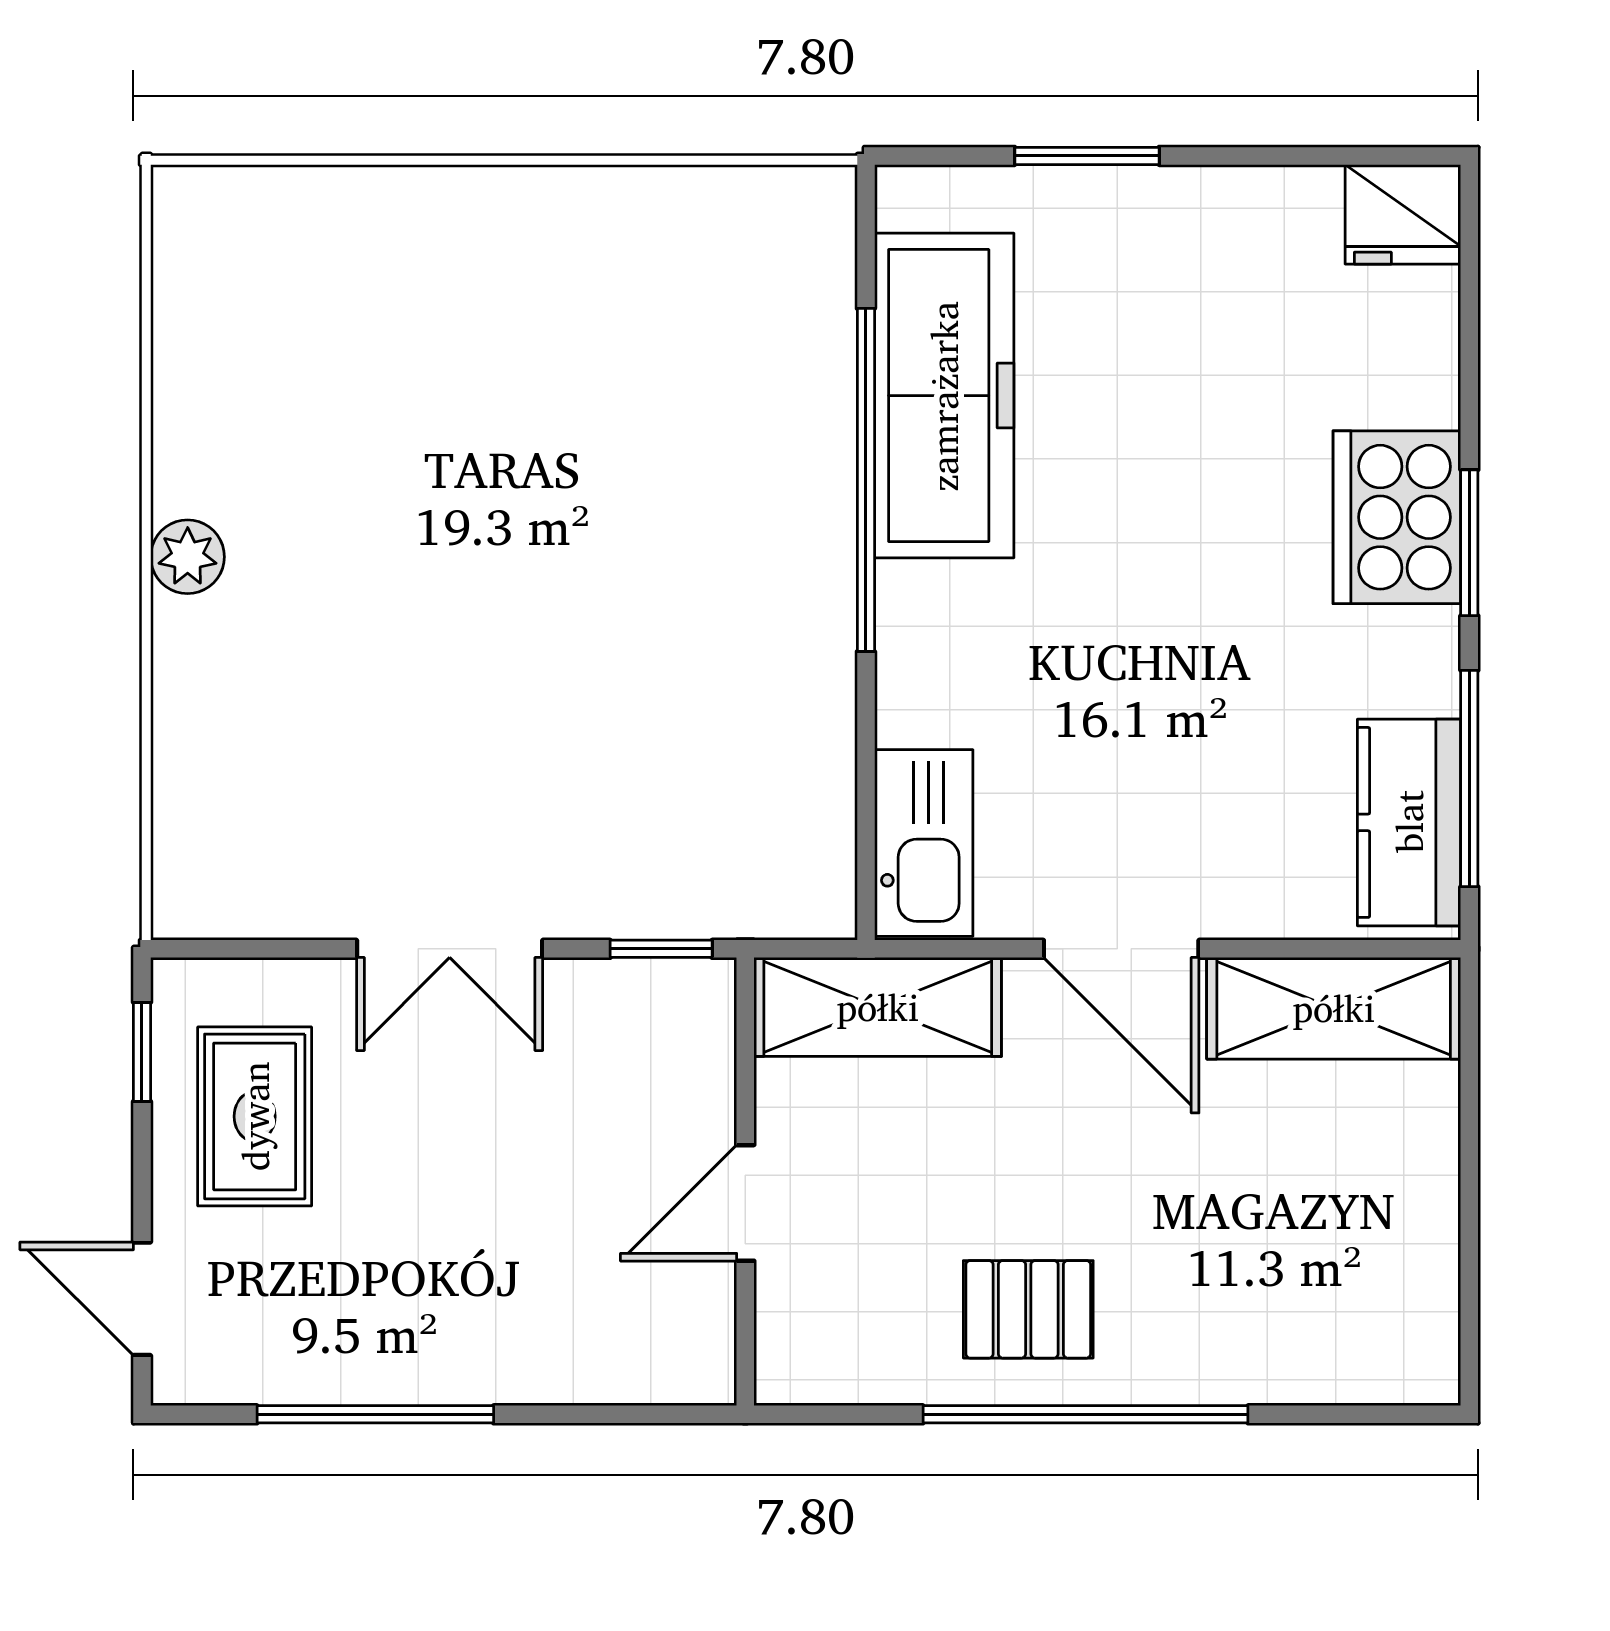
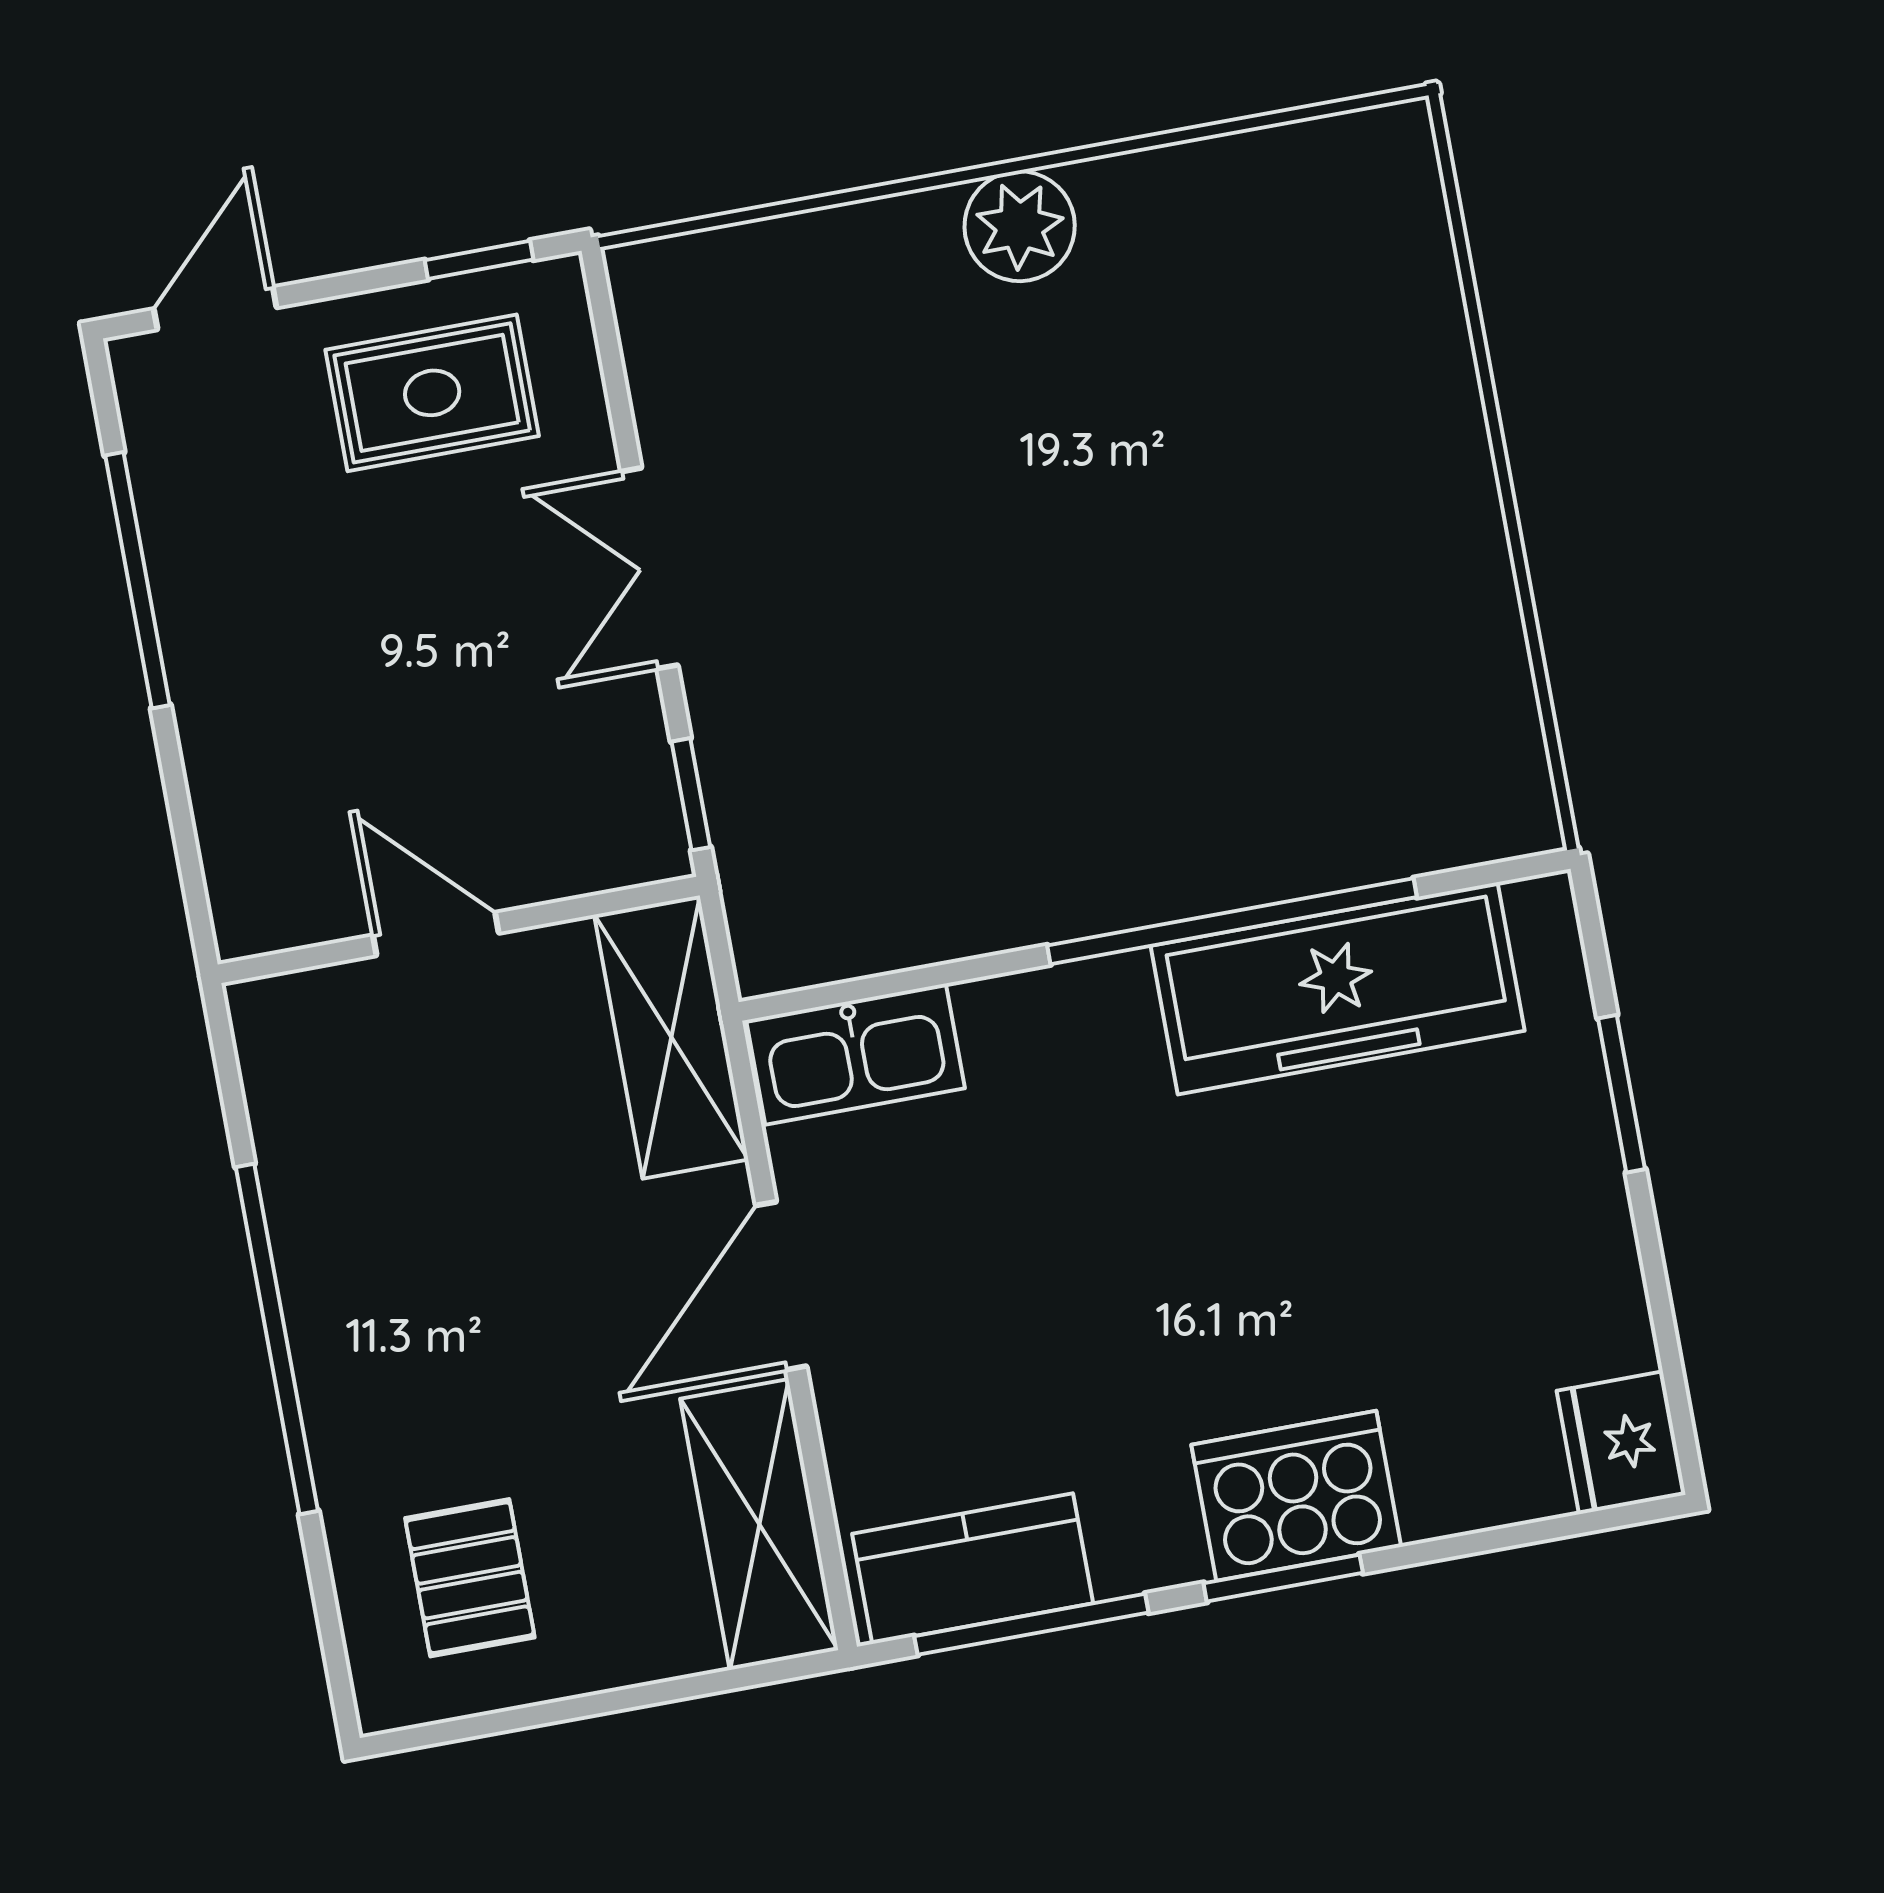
plant: (188, 557) -> (1020, 226), width x1.38, depth x1.38
pallet: (1028, 1309) -> (470, 1578), moved

